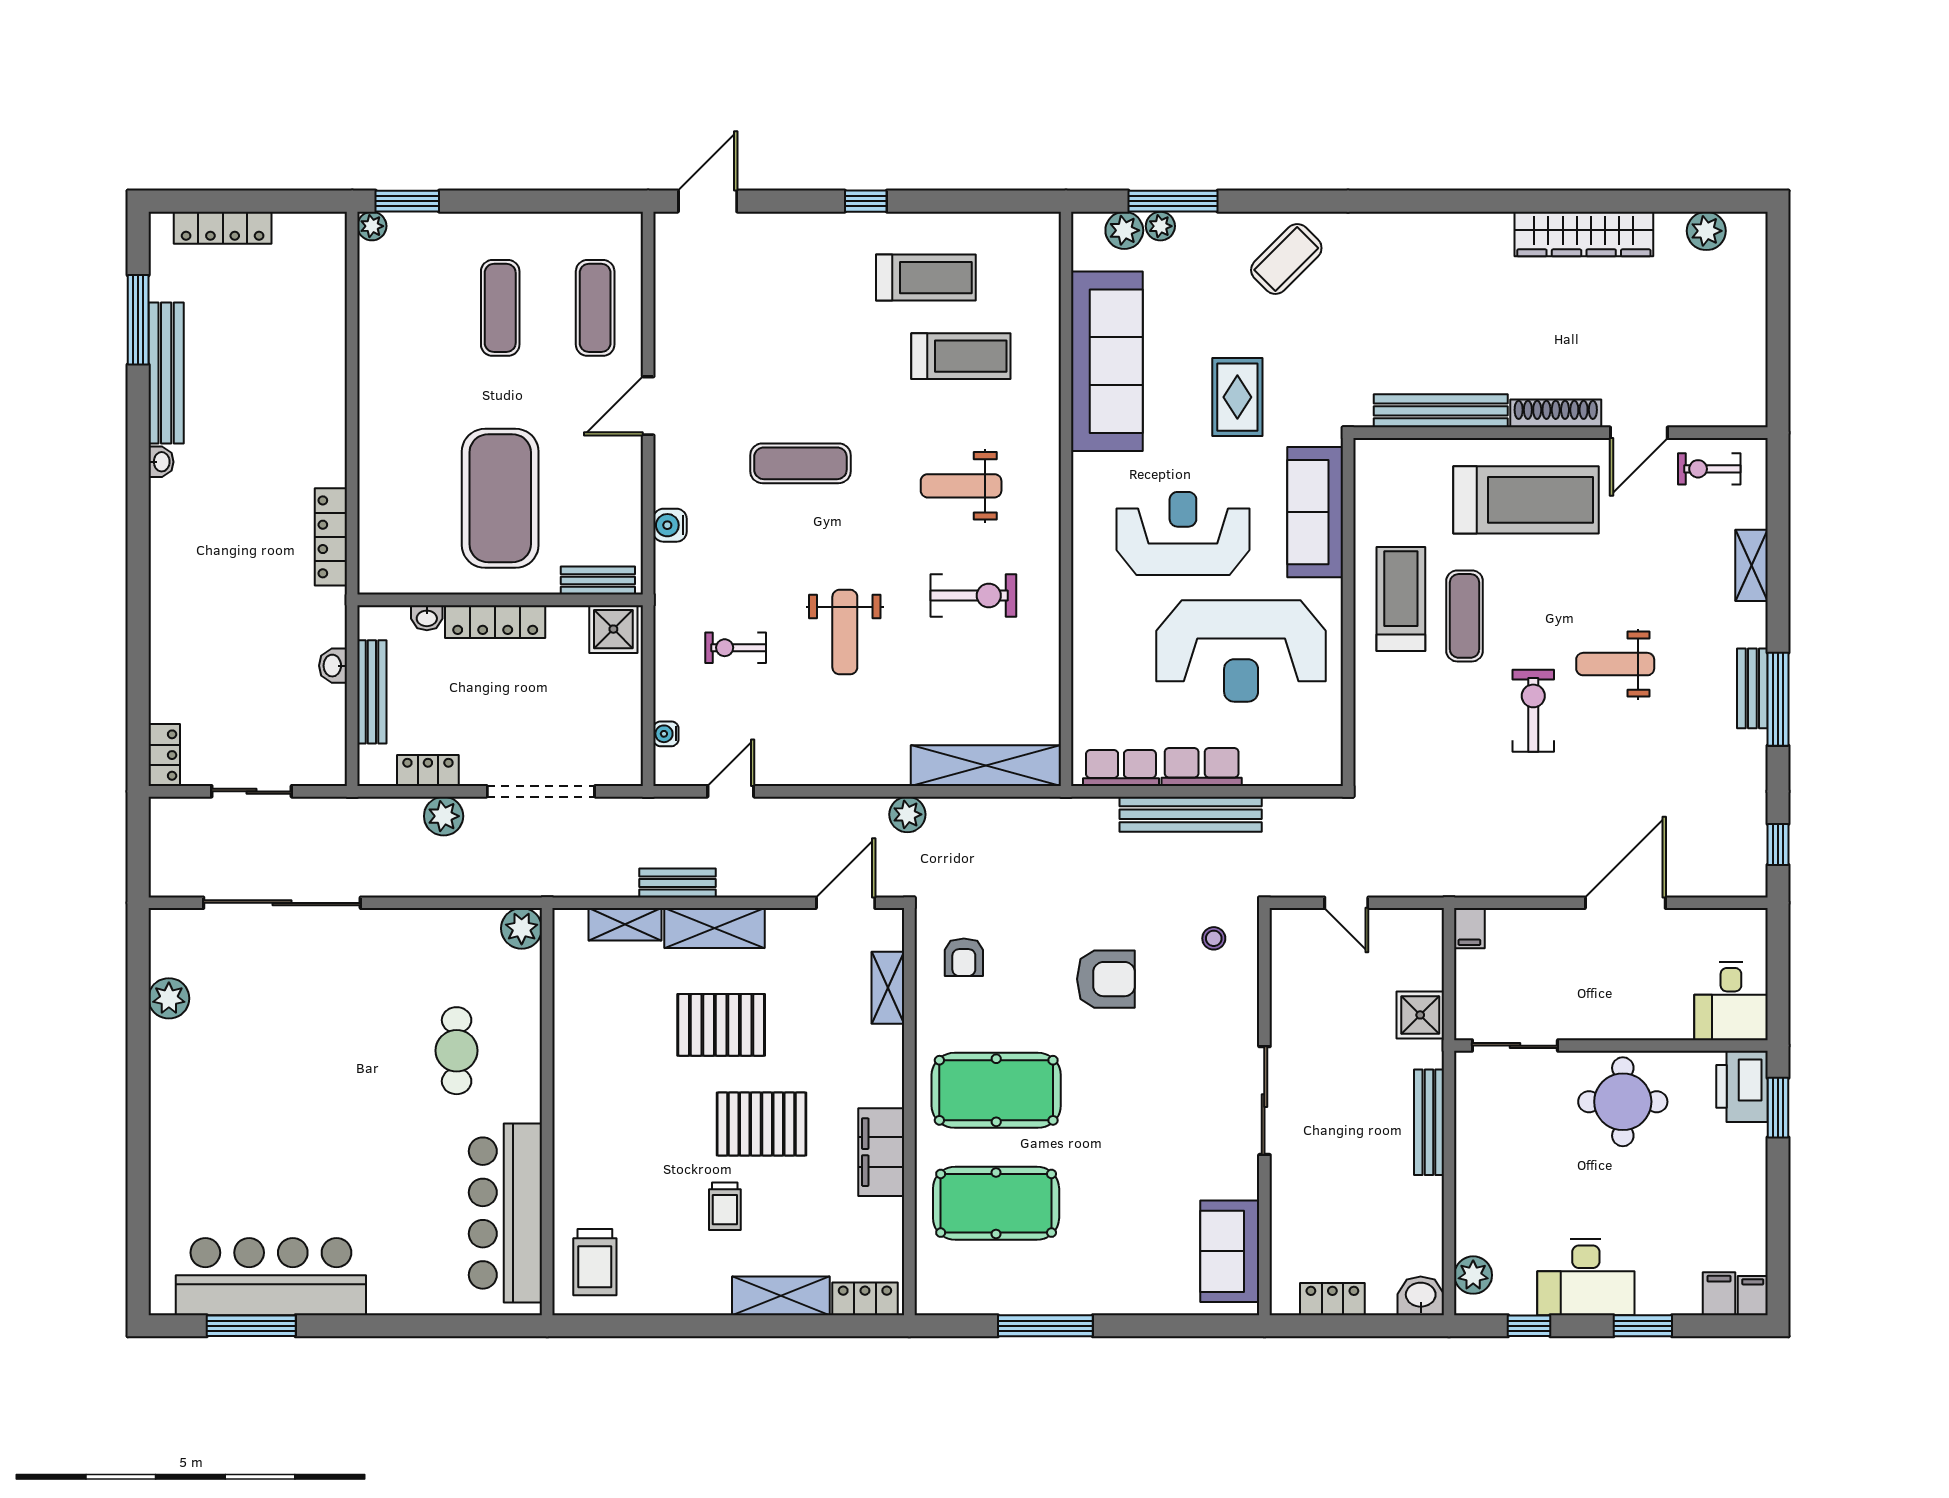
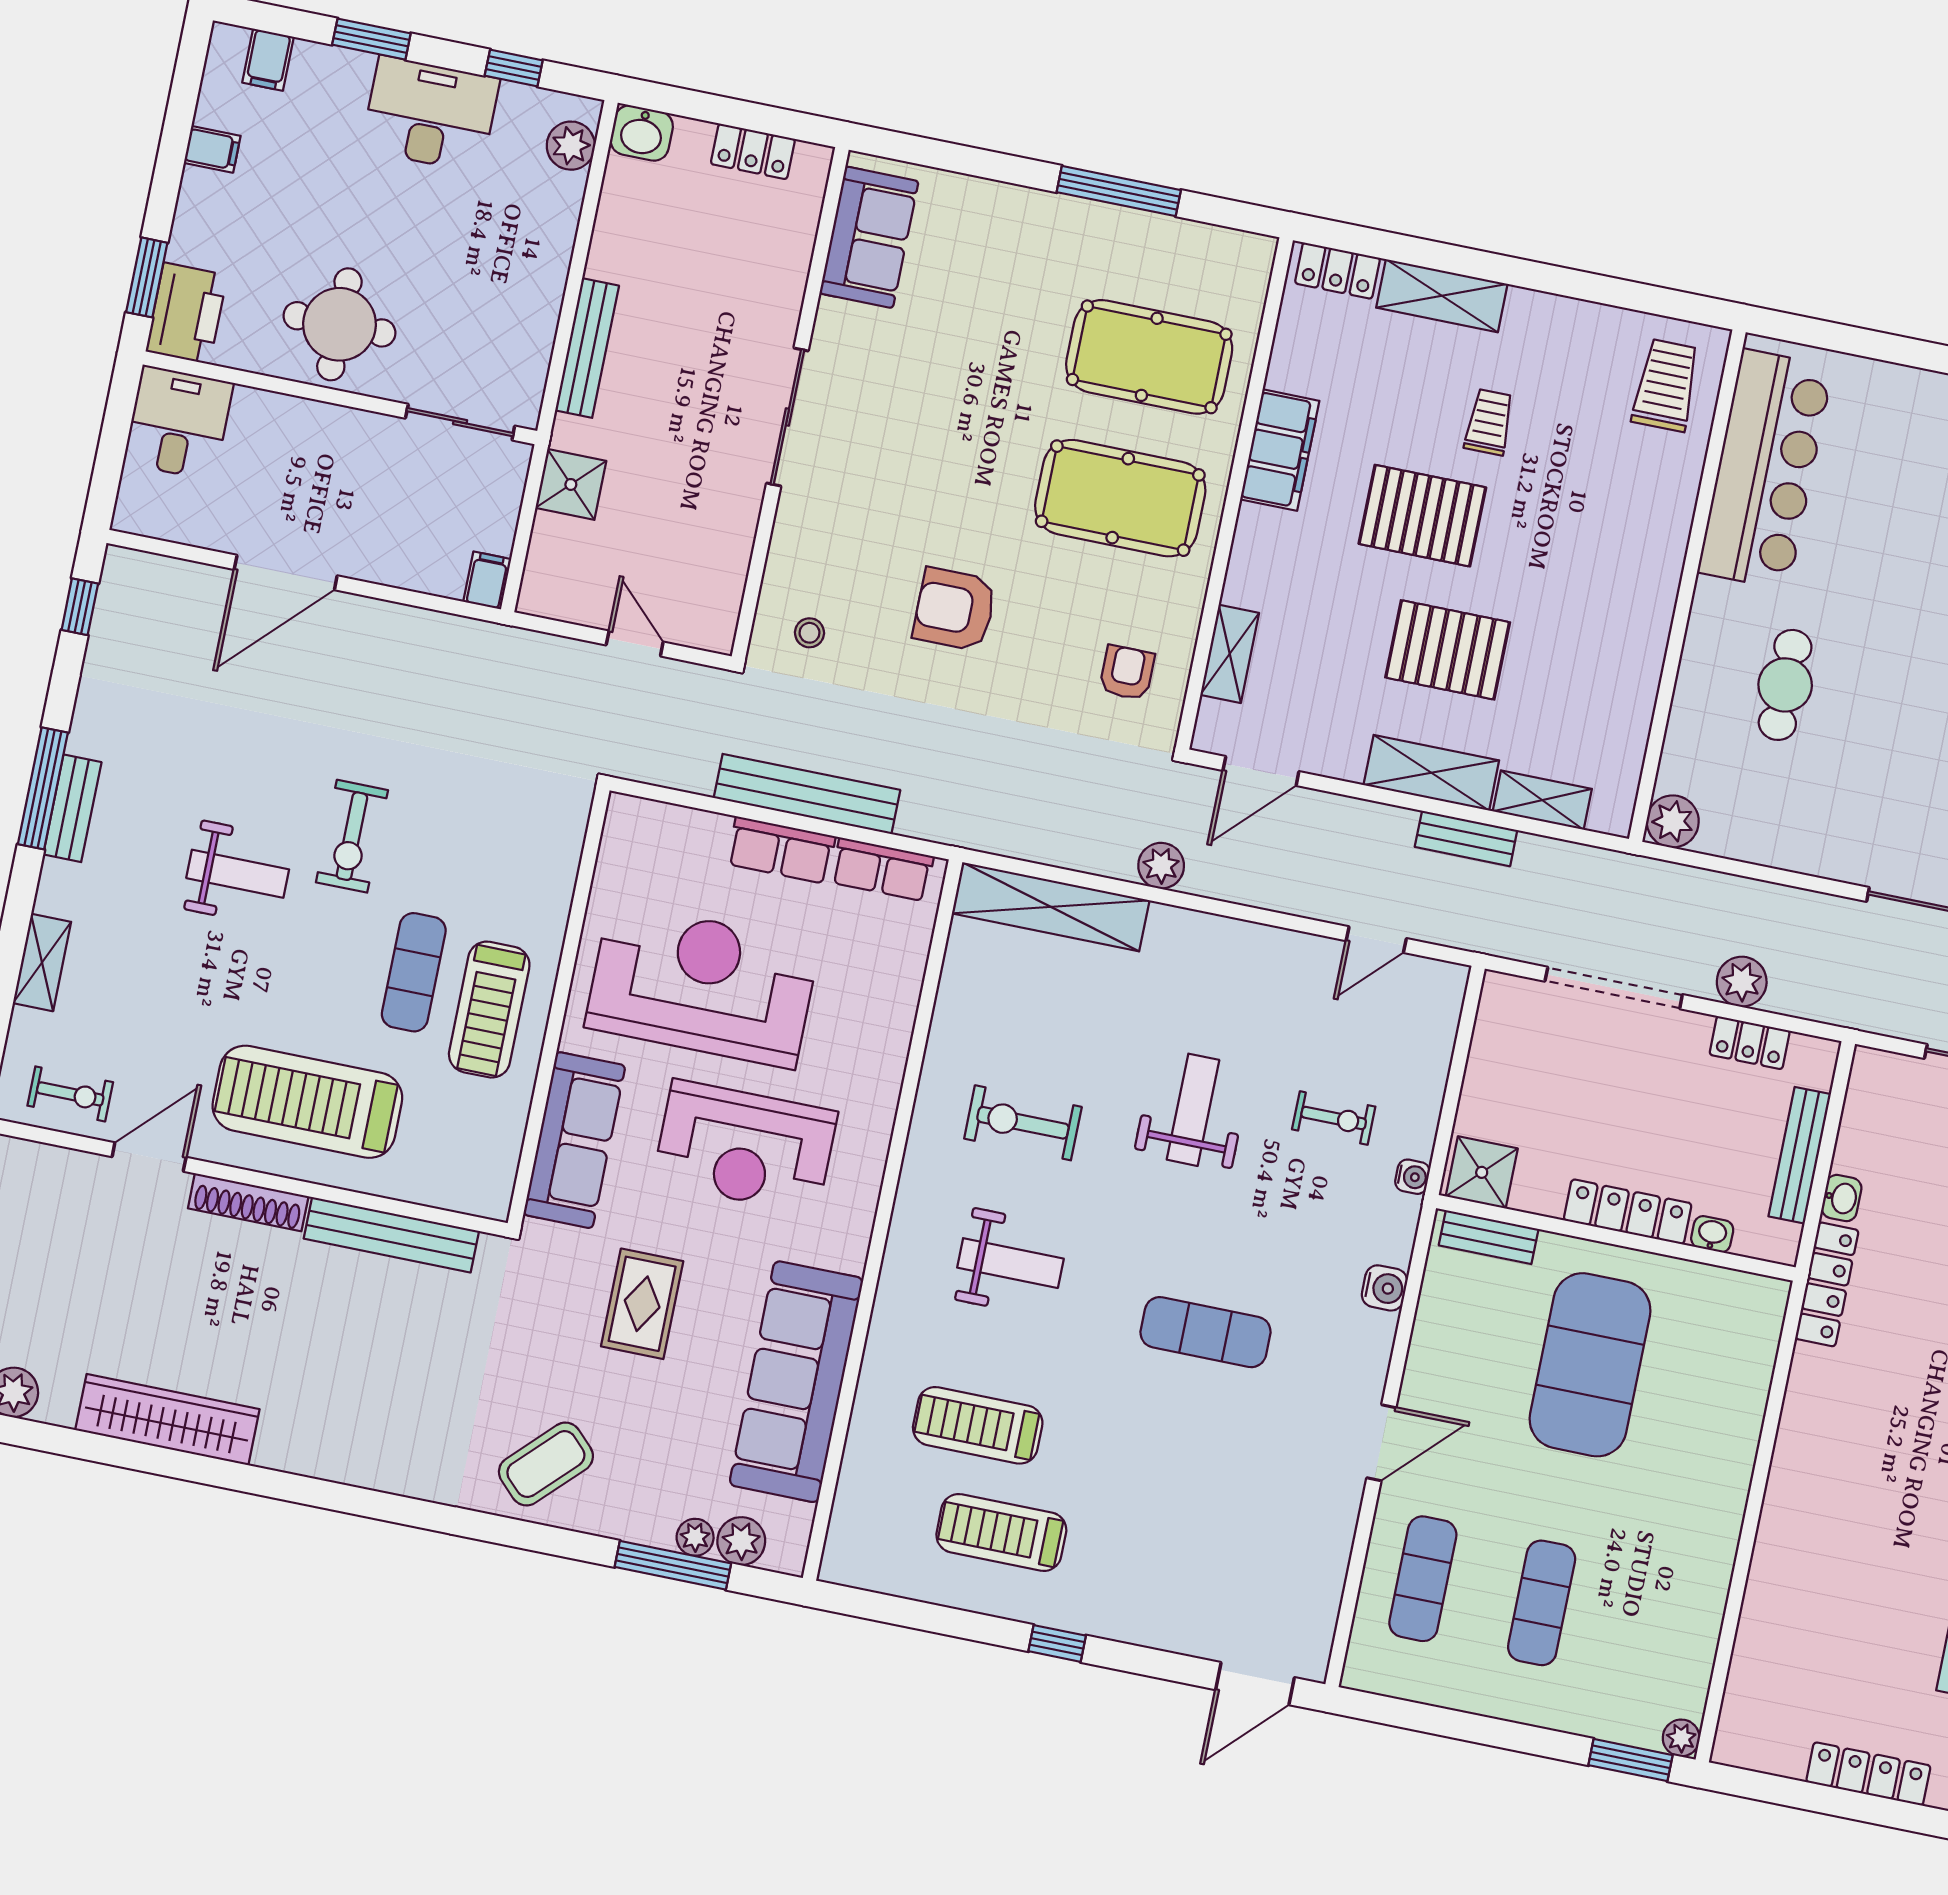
locker: (331, 537) -> (1827, 1284), moved
water cooler: (666, 734) -> (1412, 1177), moved
filing cabinet: (1753, 1296) -> (212, 149), moved, turned -90

